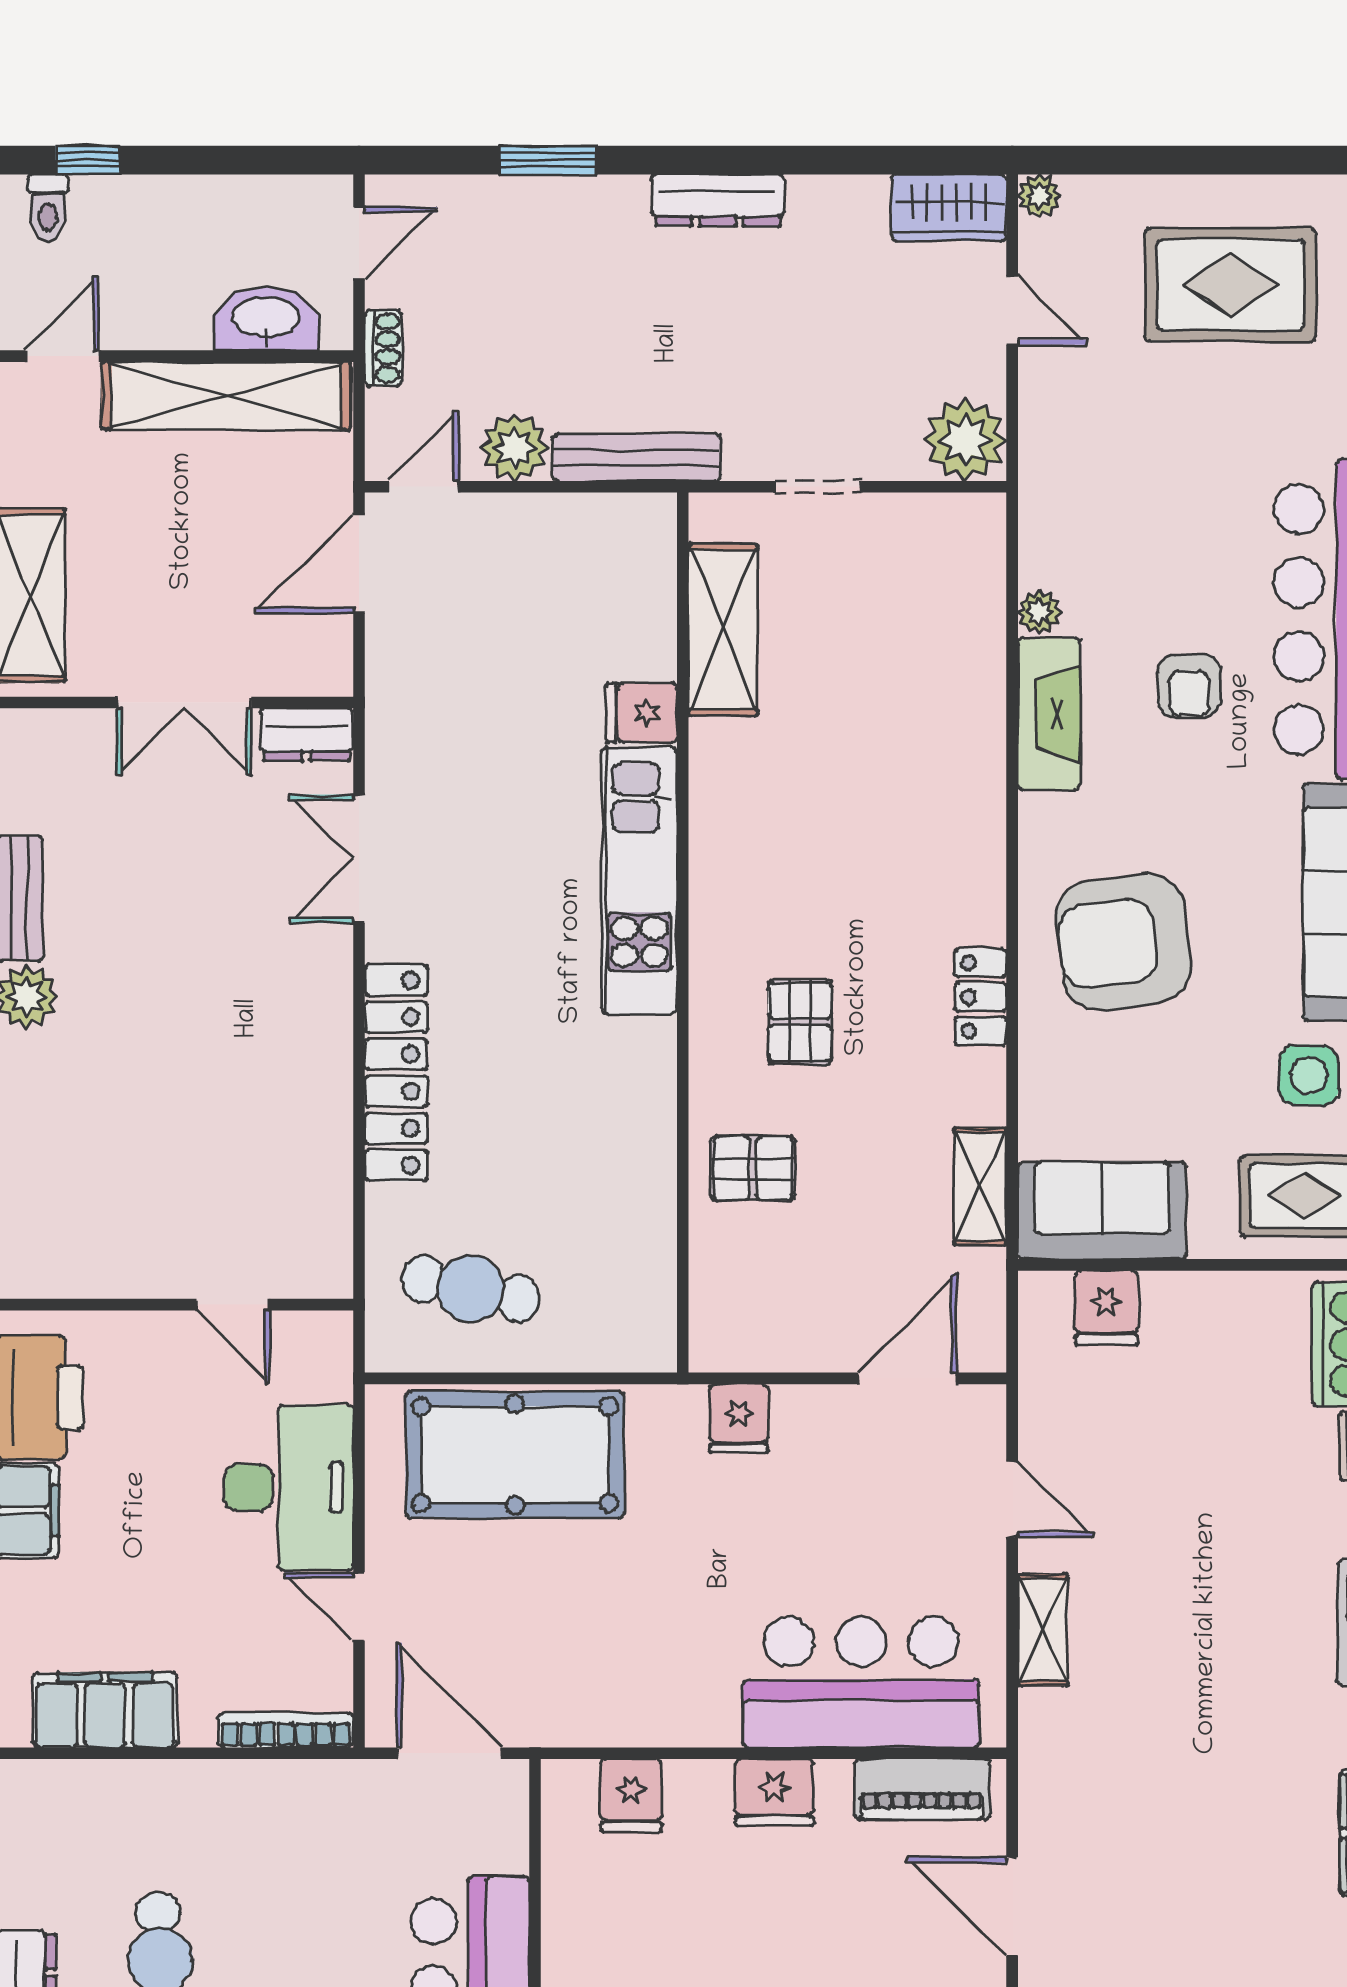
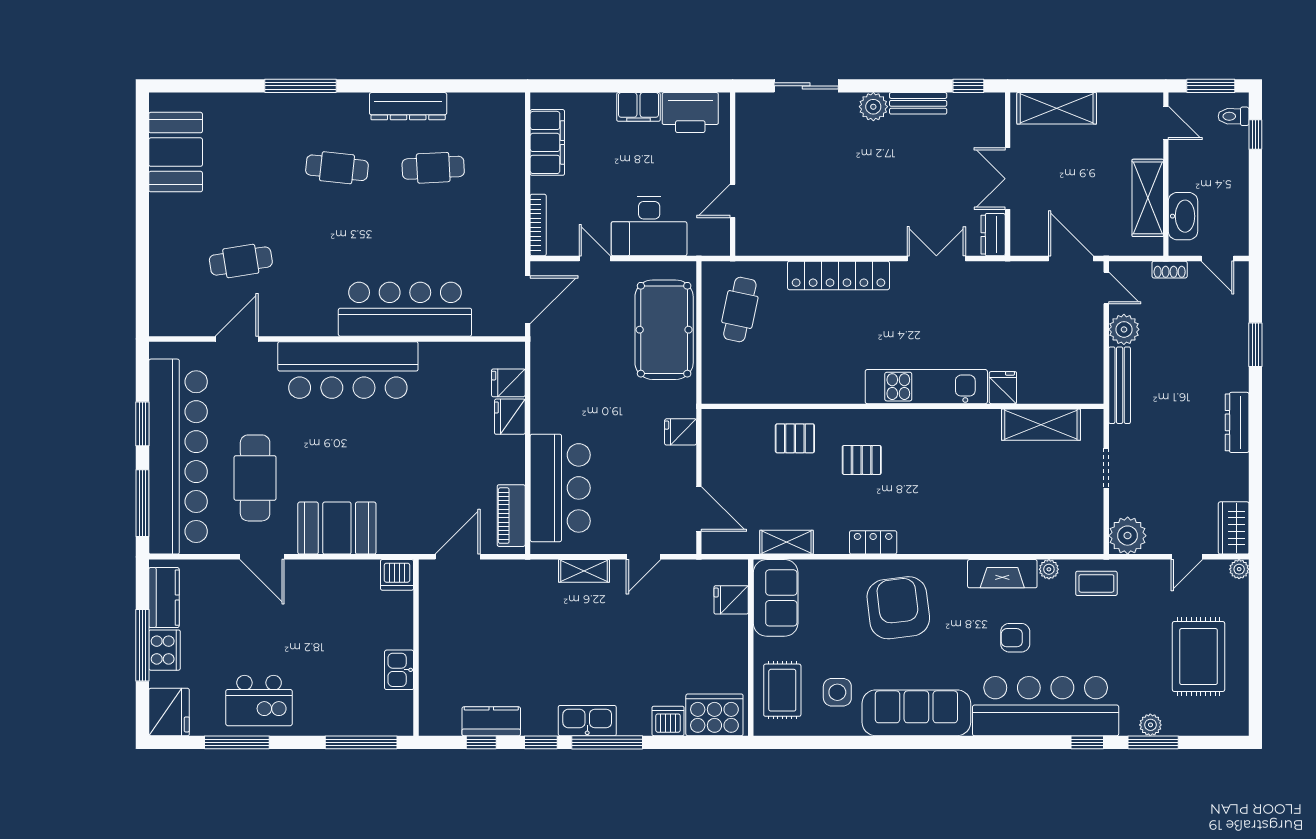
shelving: (226, 396) -> (1148, 198), width x0.68
coffee table: (1070, 508) -> (1096, 583), added
pallet: (753, 1168) -> (795, 438), turned 90
door: (359, 1606) -> (595, 258), hinge flipped
fridge: (774, 1792) -> (510, 417), moved

